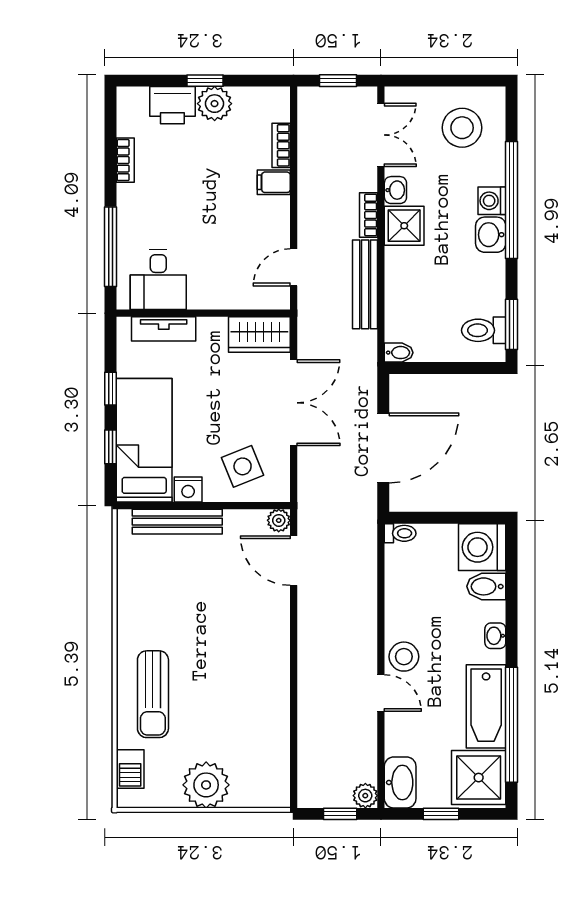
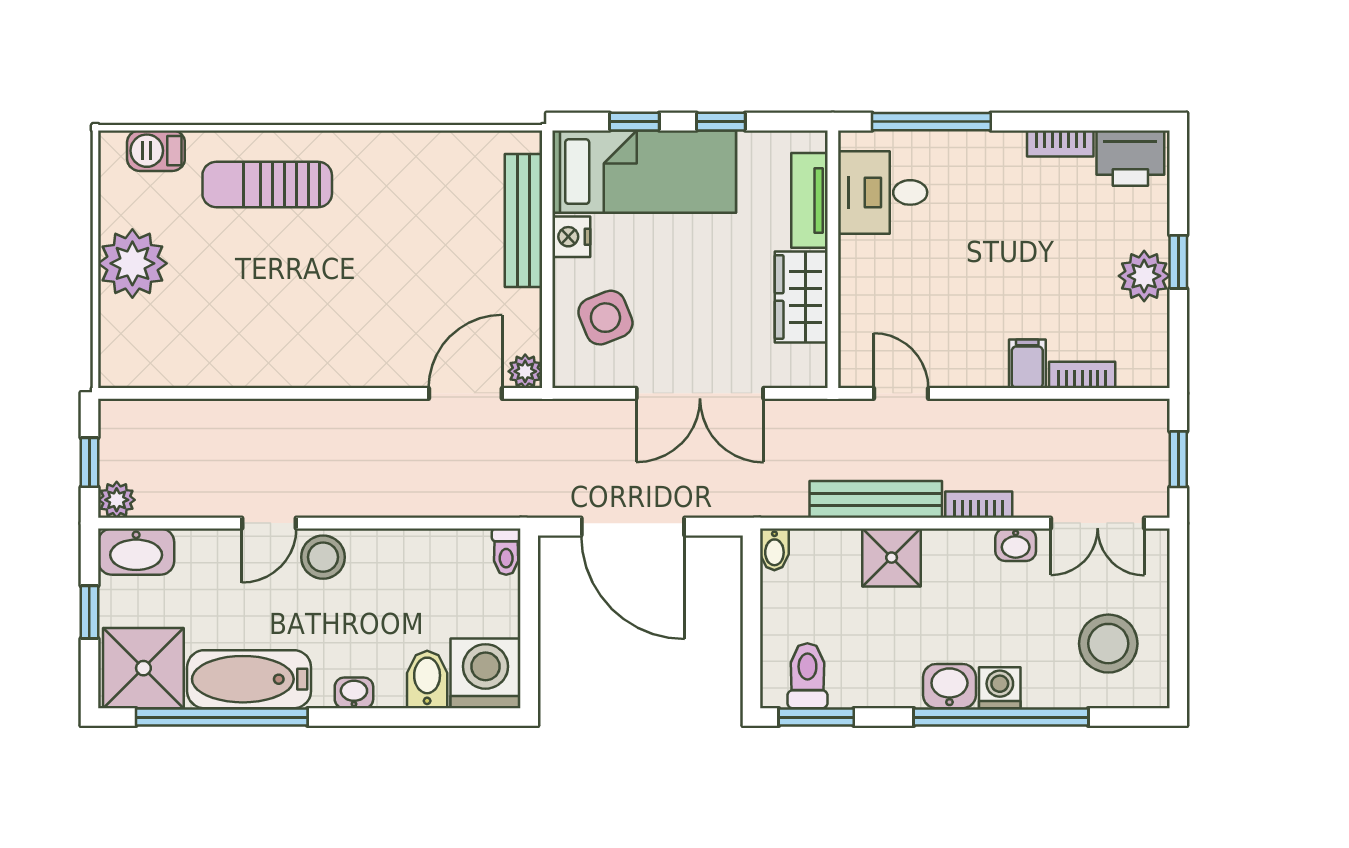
printer: (172, 105) -> (1130, 158), moved, turned -90
shower: (404, 226) -> (892, 558), moved
wardrobe: (259, 335) -> (801, 297), moved

